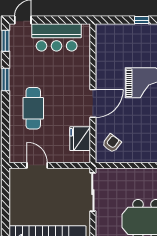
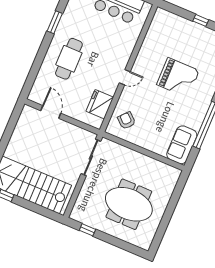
door: (93, 103) -> (125, 77), width x0.53
armchair: (112, 143) -> (127, 120), turned -85

